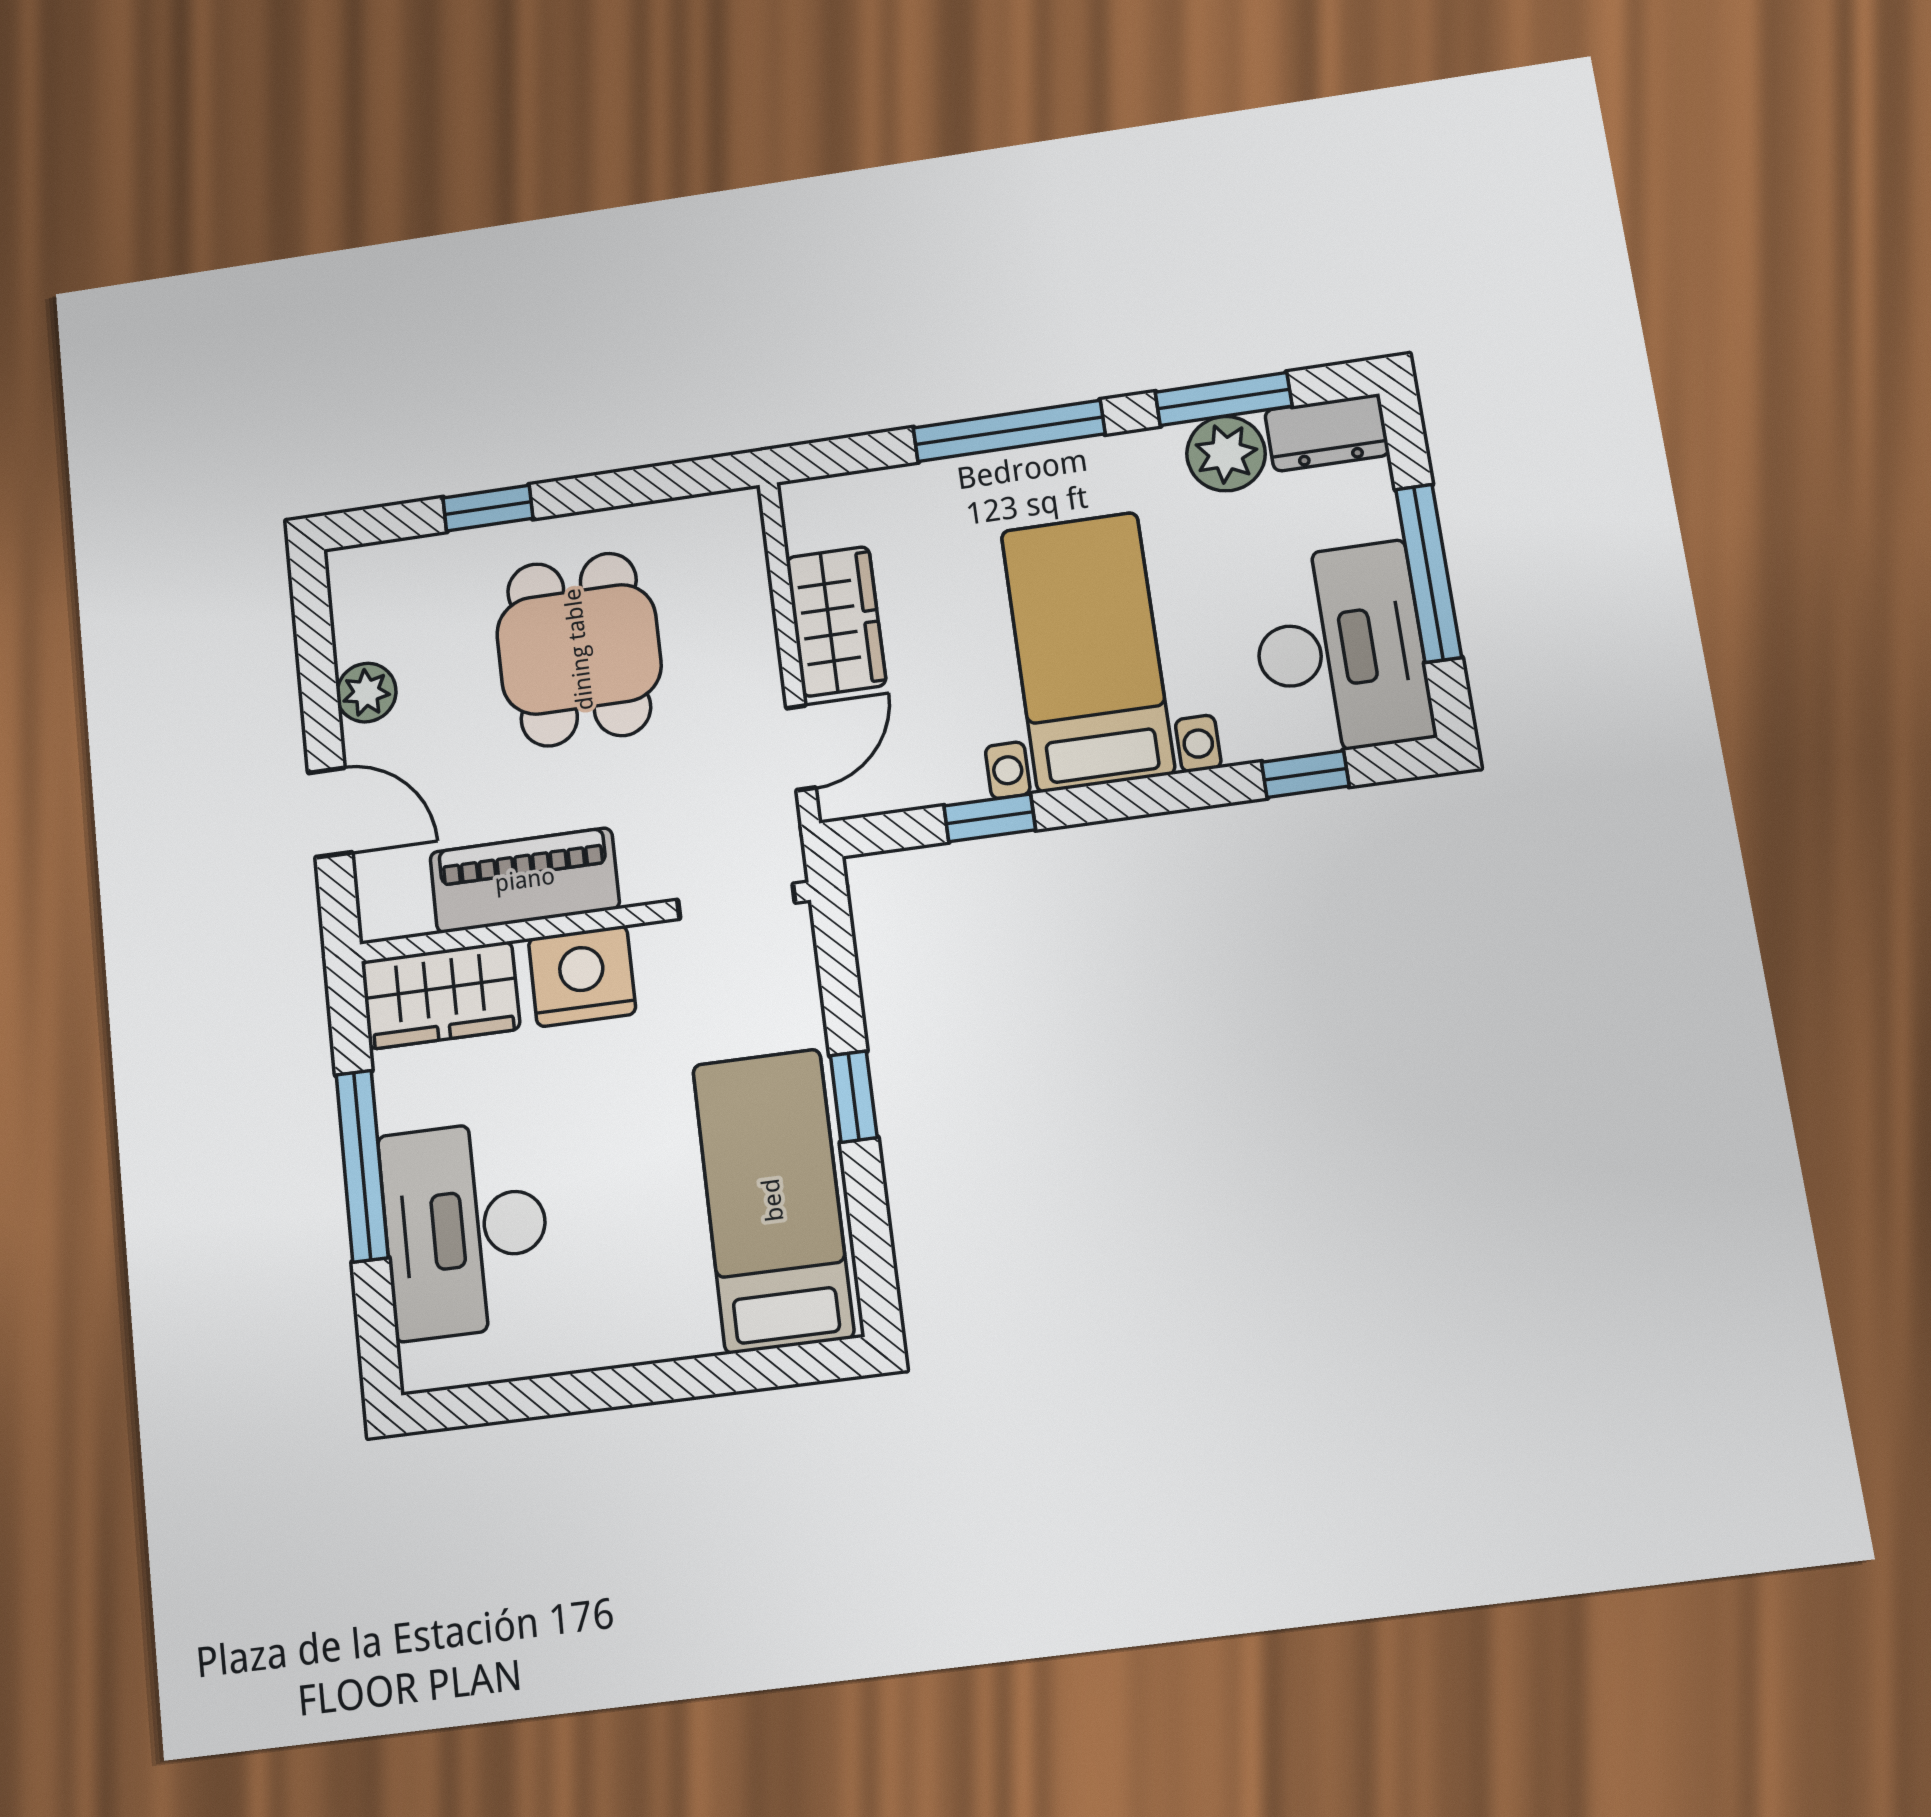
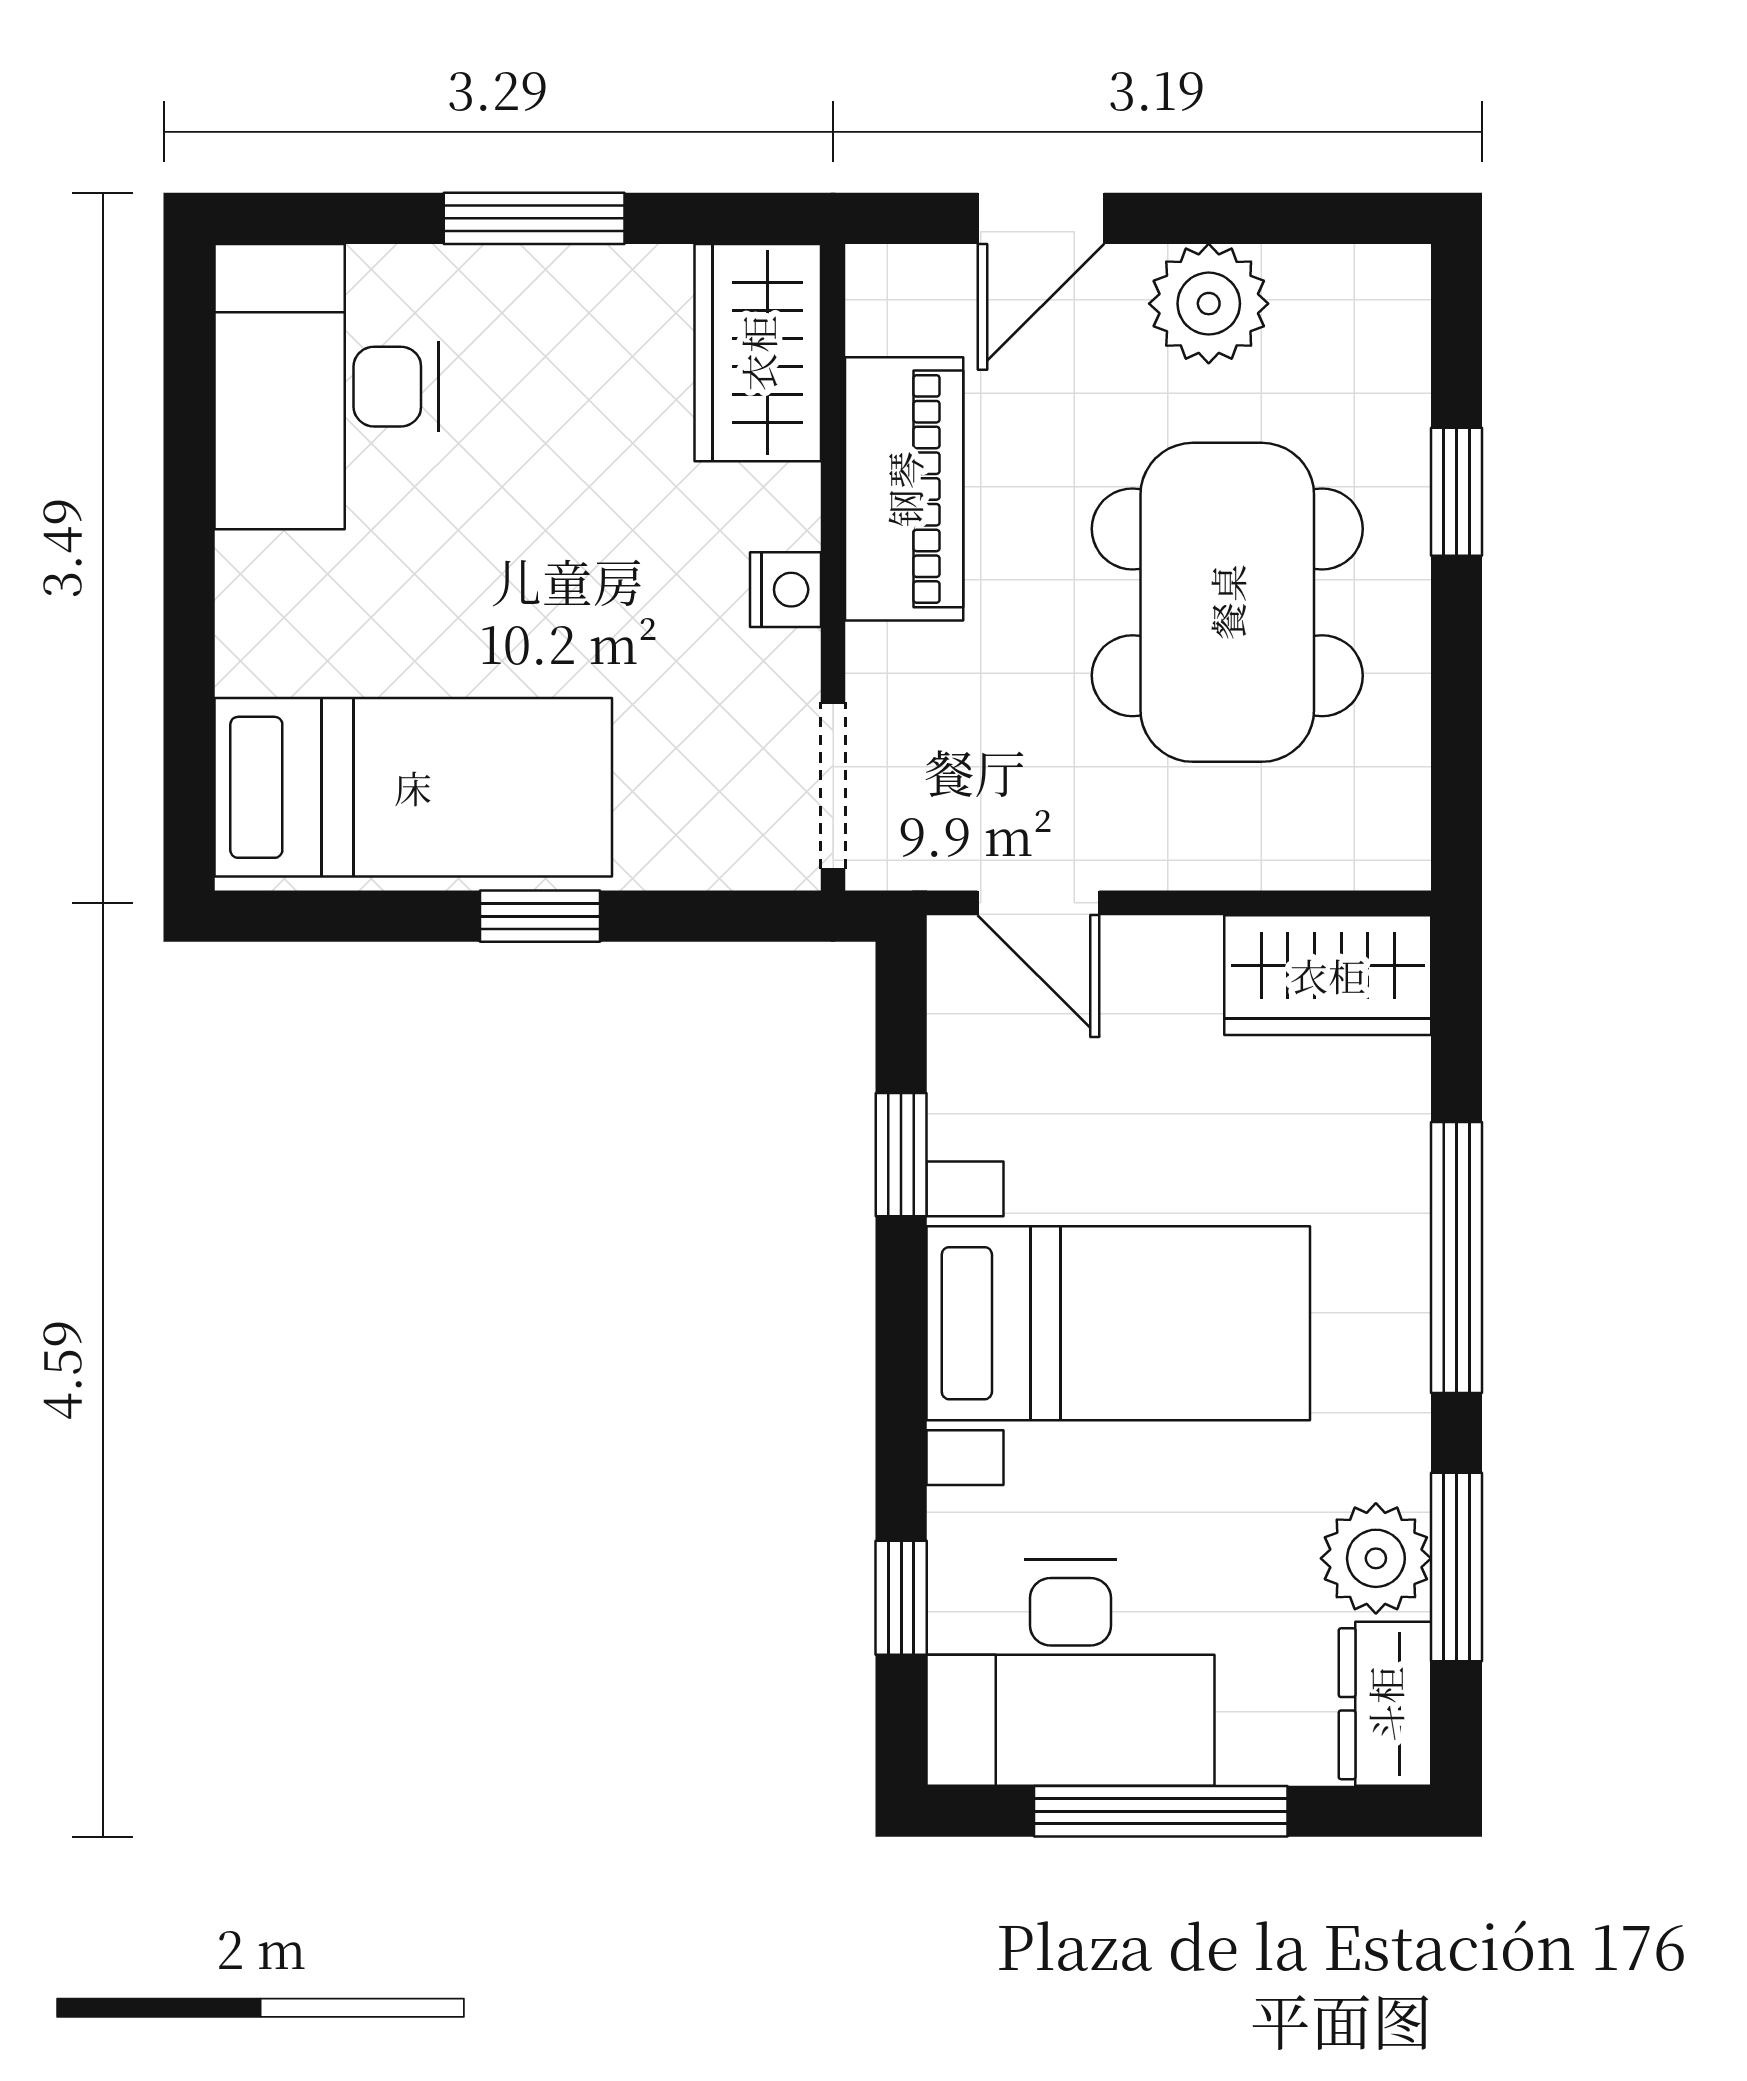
wardrobe: (836, 621) -> (1328, 975), moved
dining table: (579, 649) -> (1227, 602), width x1.37
plant: (366, 693) -> (1209, 304), width x1.38, depth x1.38
nightstand: (582, 976) -> (785, 590), width x0.53, depth x0.56
window: (362, 1166) -> (534, 218), width x0.69
desk: (466, 1229) -> (327, 387), moved, turned -90

